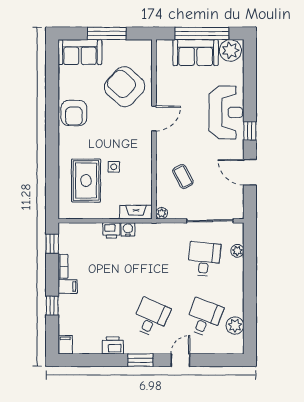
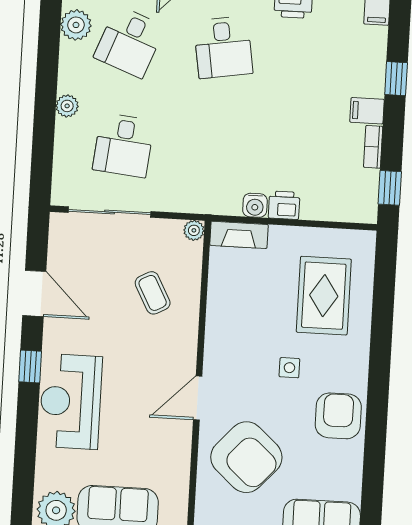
side table: (114, 167) -> (289, 368), moved
plant: (237, 251) -> (67, 106), moved
desk: (151, 318) -> (223, 47), turned -33

